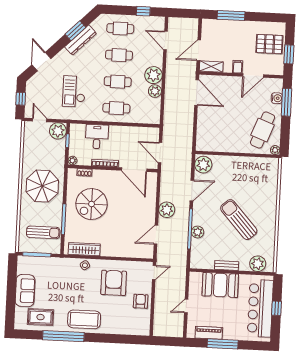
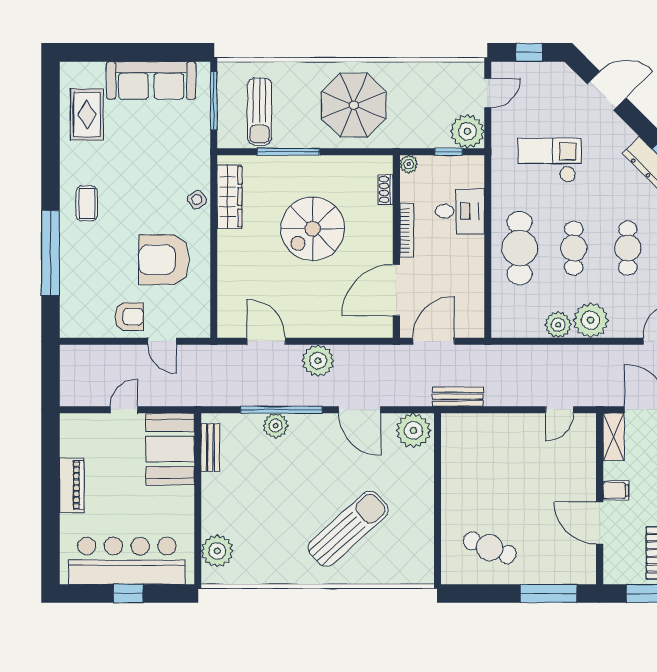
door: (197, 92) -> (560, 410), width x0.53
water cooler: (277, 98) -> (556, 573), removed
cafe table: (116, 108) -> (520, 248), width x1.37, depth x1.35
cafe table: (263, 130) -> (490, 548), width x0.73, depth x0.74
bench: (188, 142) -> (458, 397), added
plant: (275, 150) -> (450, 575), removed
spiral stairs: (92, 204) -> (313, 229), moved, turned -90
sun lounger: (239, 220) -> (348, 529), moved
bench: (227, 266) -> (210, 448), moved
door: (154, 273) -> (162, 341), moved
armchair: (114, 283) -> (164, 260), turned 180
booth: (220, 285) -> (170, 449), moved
sofa: (25, 291) -> (151, 80), width x1.36
door: (186, 306) -> (124, 410), hinge flipped
coffee table: (84, 319) -> (87, 203), width x0.54, depth x0.58
piano: (209, 333) -> (72, 485), moved
window: (63, 336) -> (50, 253), moved
window: (223, 344) -> (50, 488), removed

